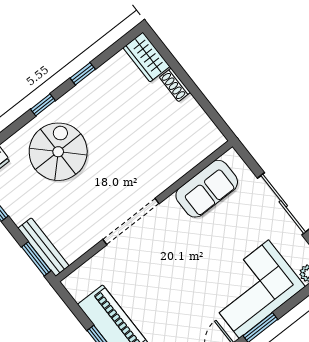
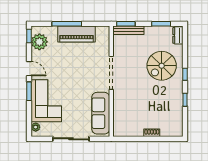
wardrobe: (146, 57) -> (172, 130), removed
spiral stairs: (58, 152) -> (162, 66), turned 90
sofa: (207, 189) -> (101, 113), width x1.36

